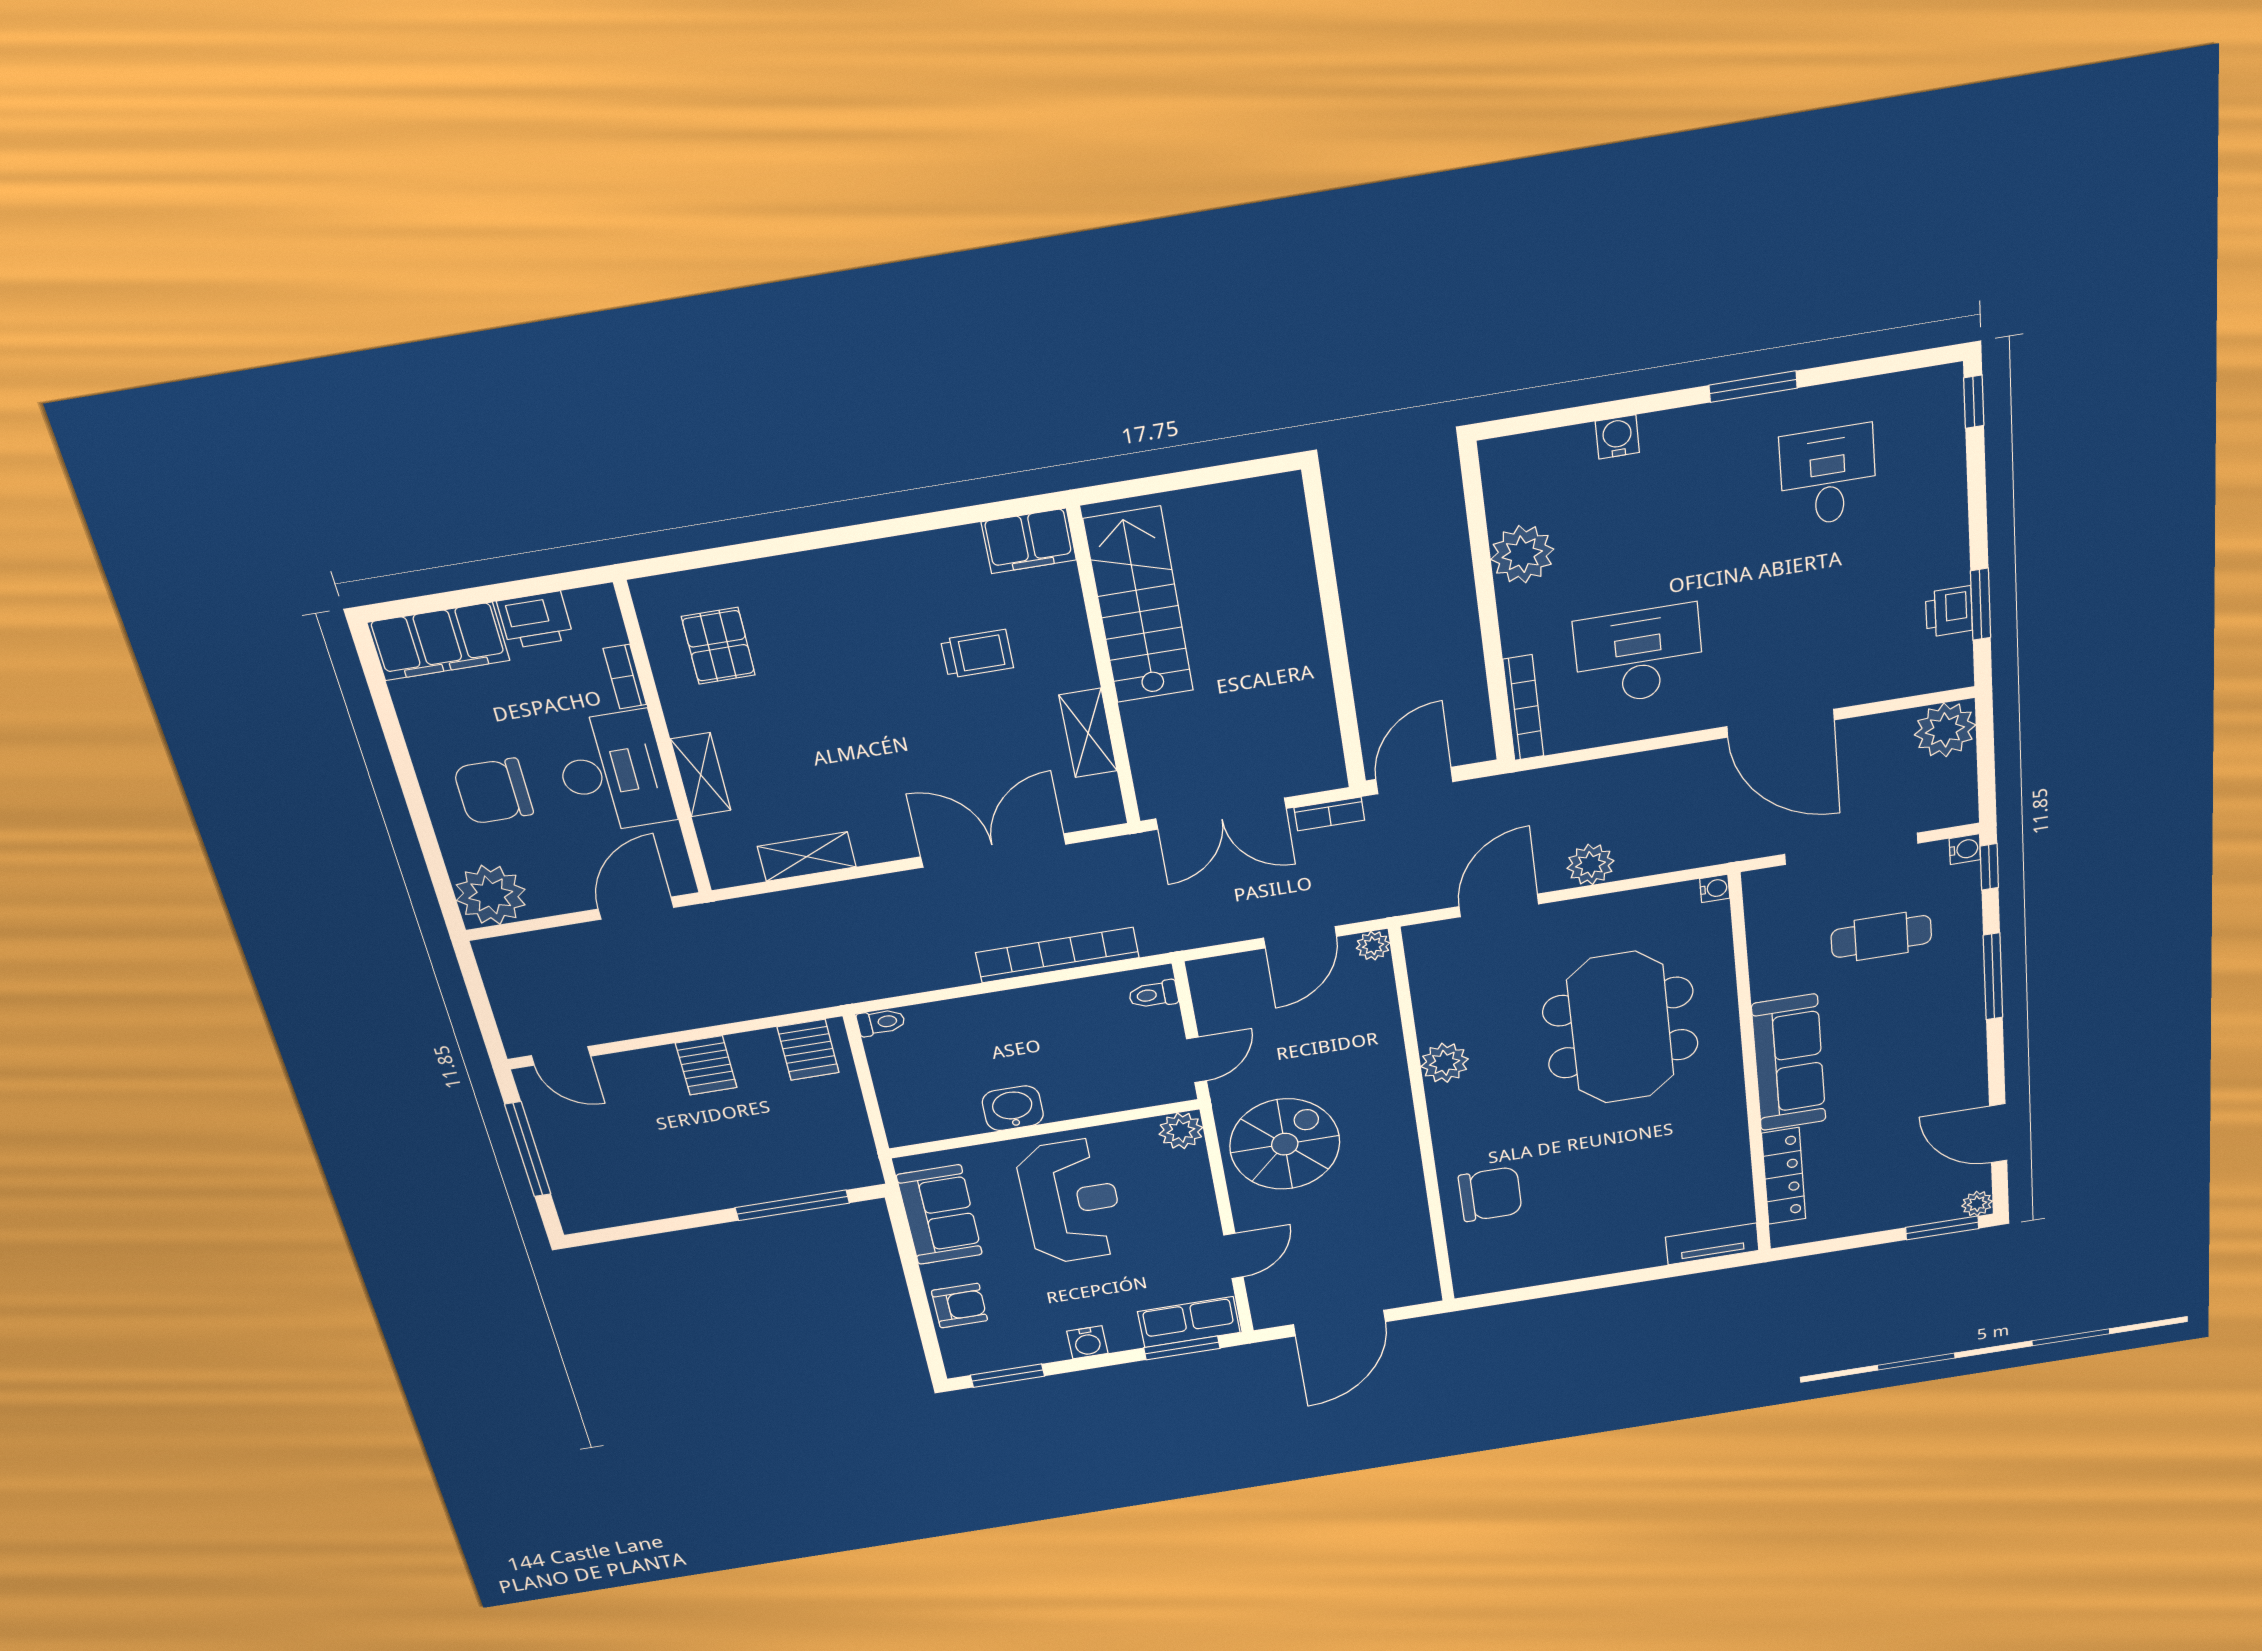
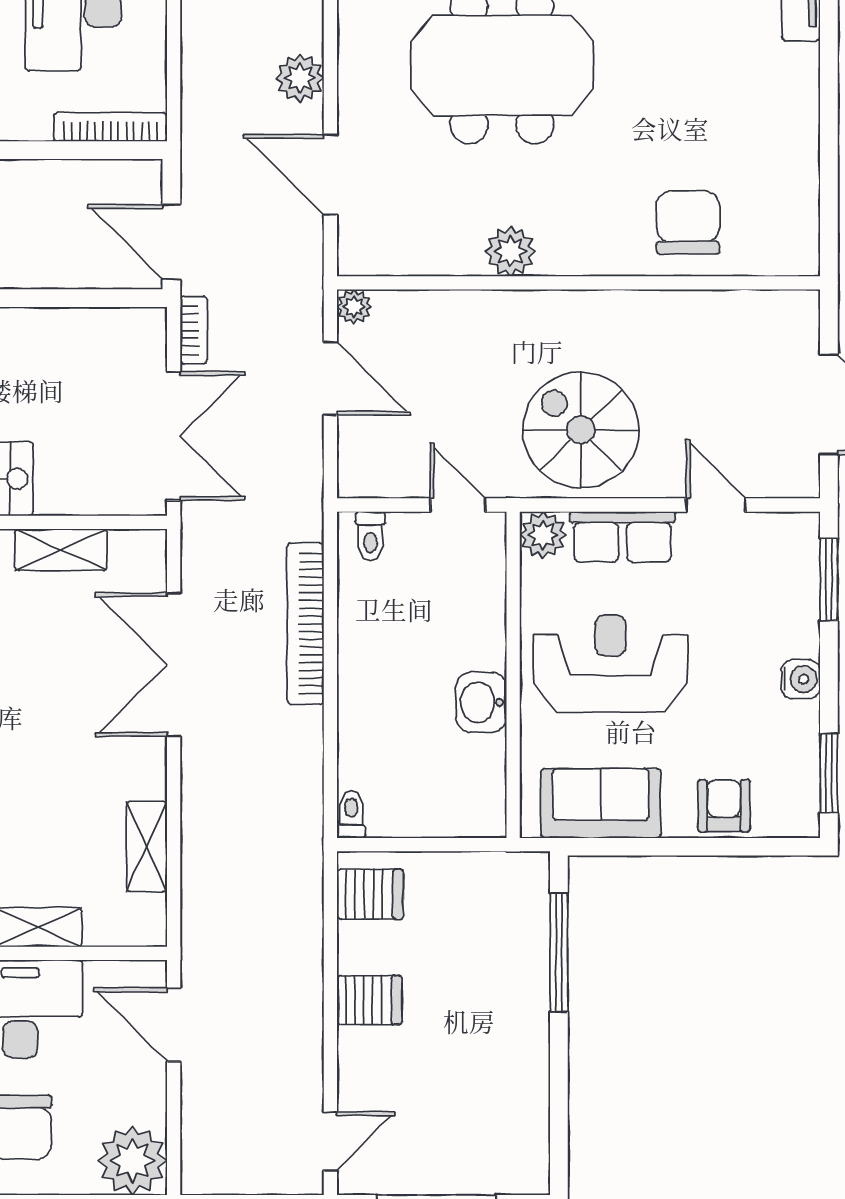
row of seats: (1189, 1322) -> (623, 537), moved, turned -90

